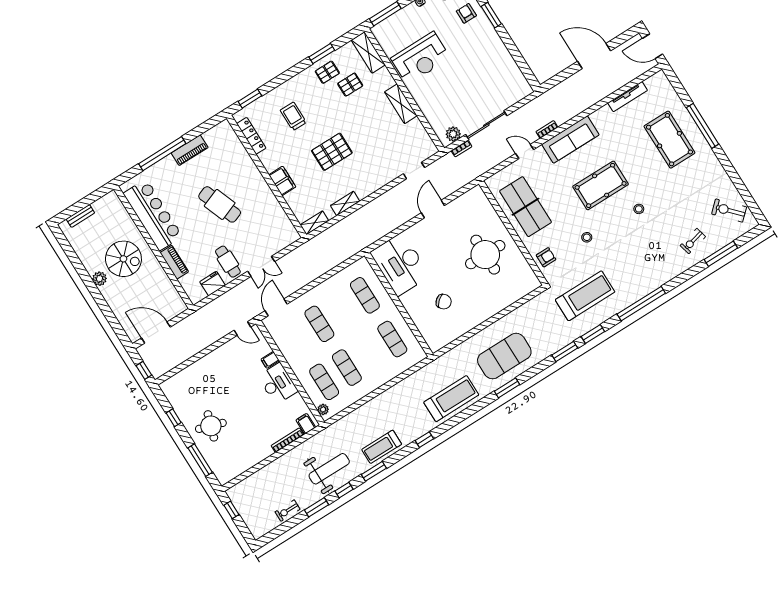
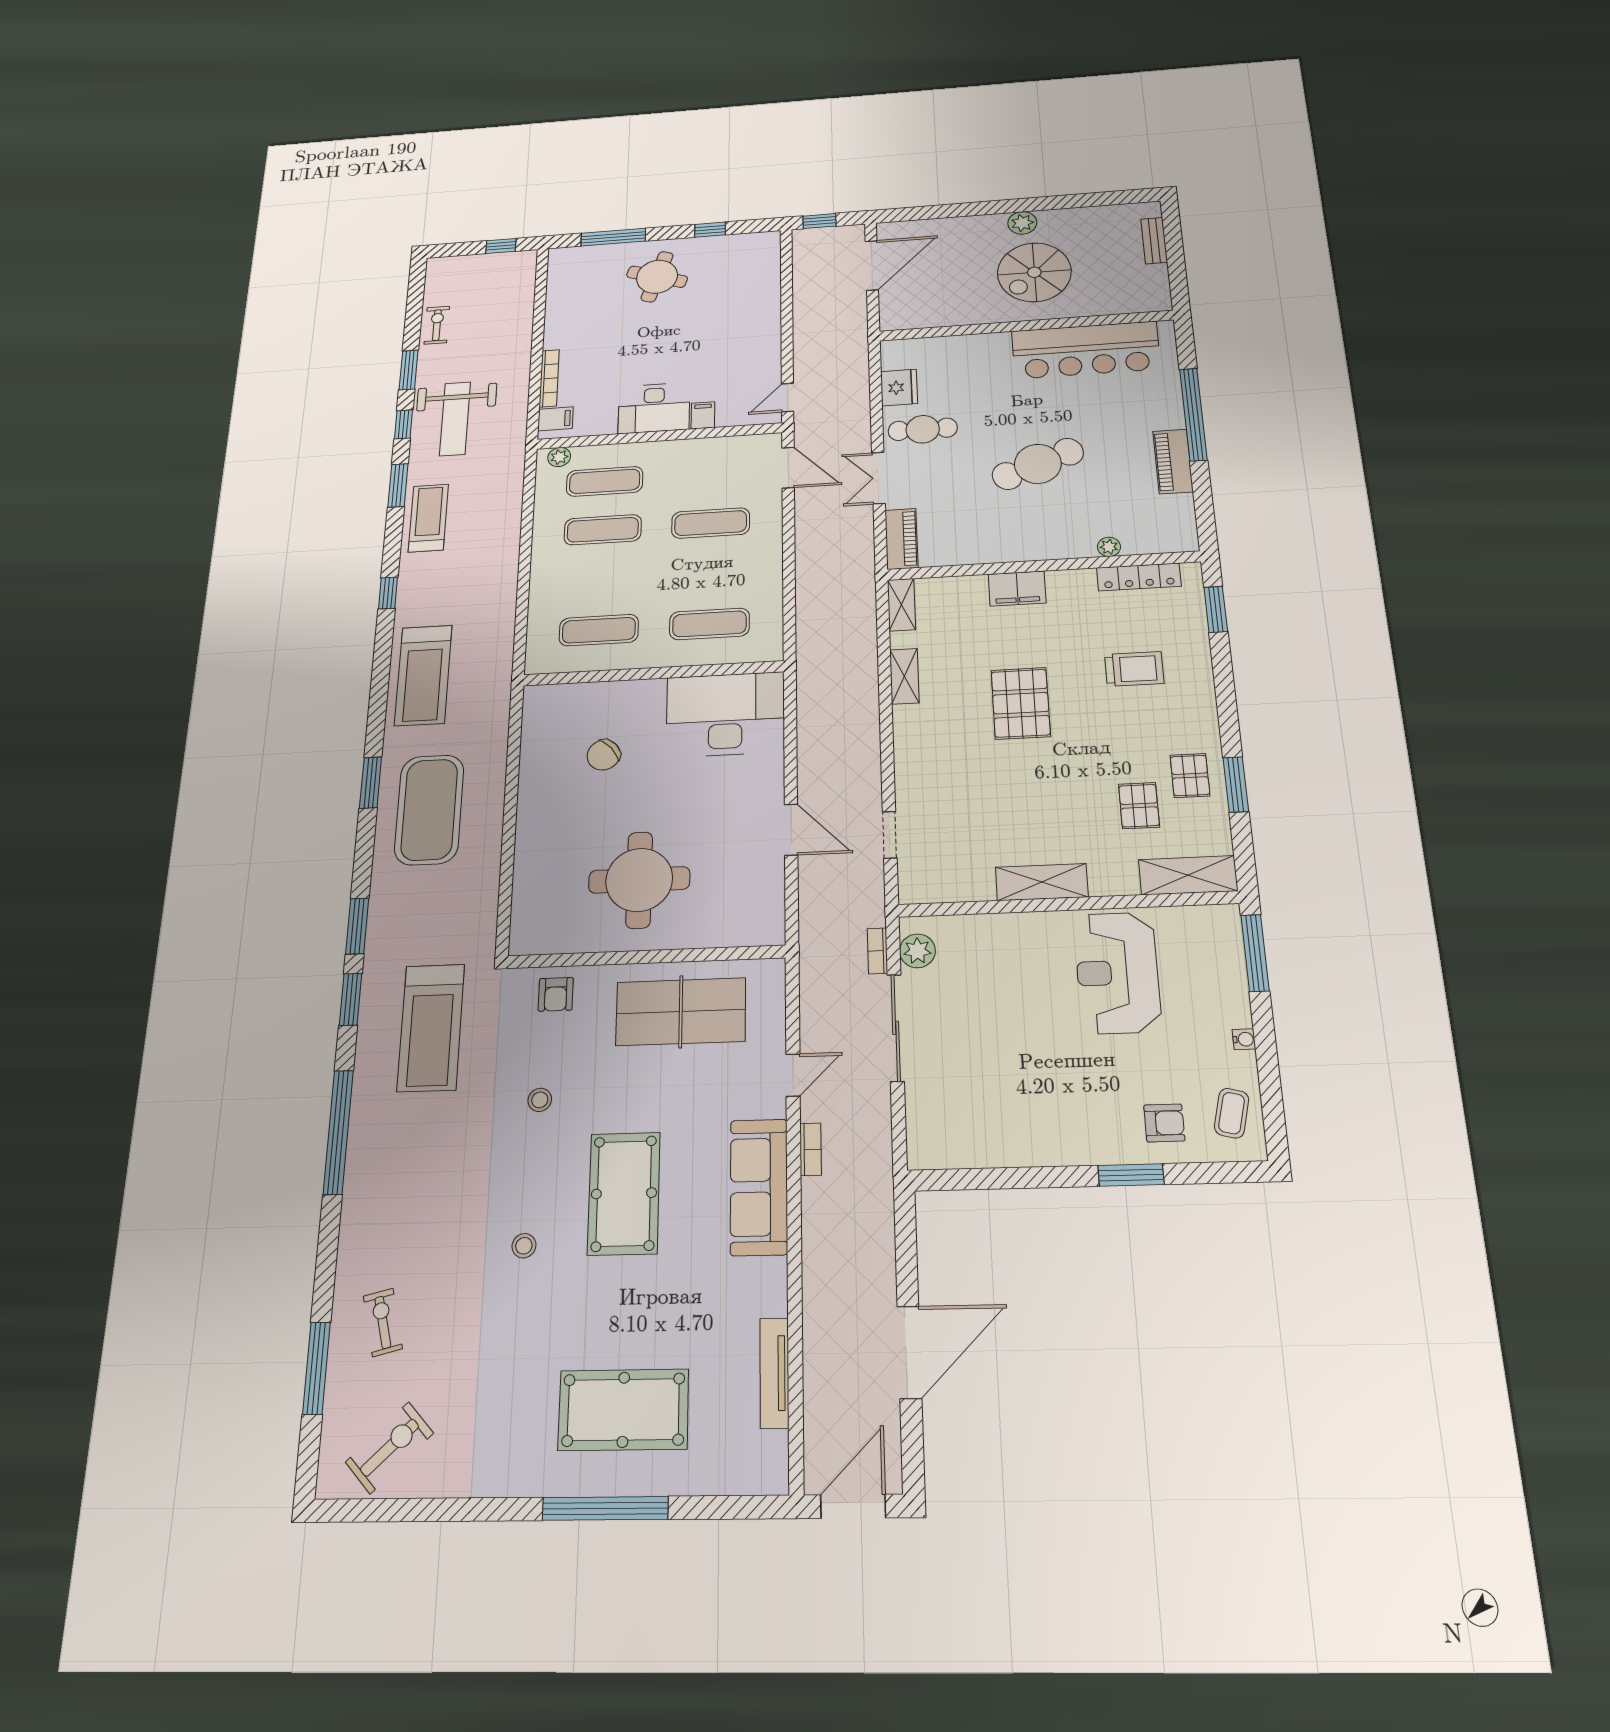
plant: (244, 155) -> (1109, 547), added
piano: (174, 262) -> (901, 539), moved, turned -90

